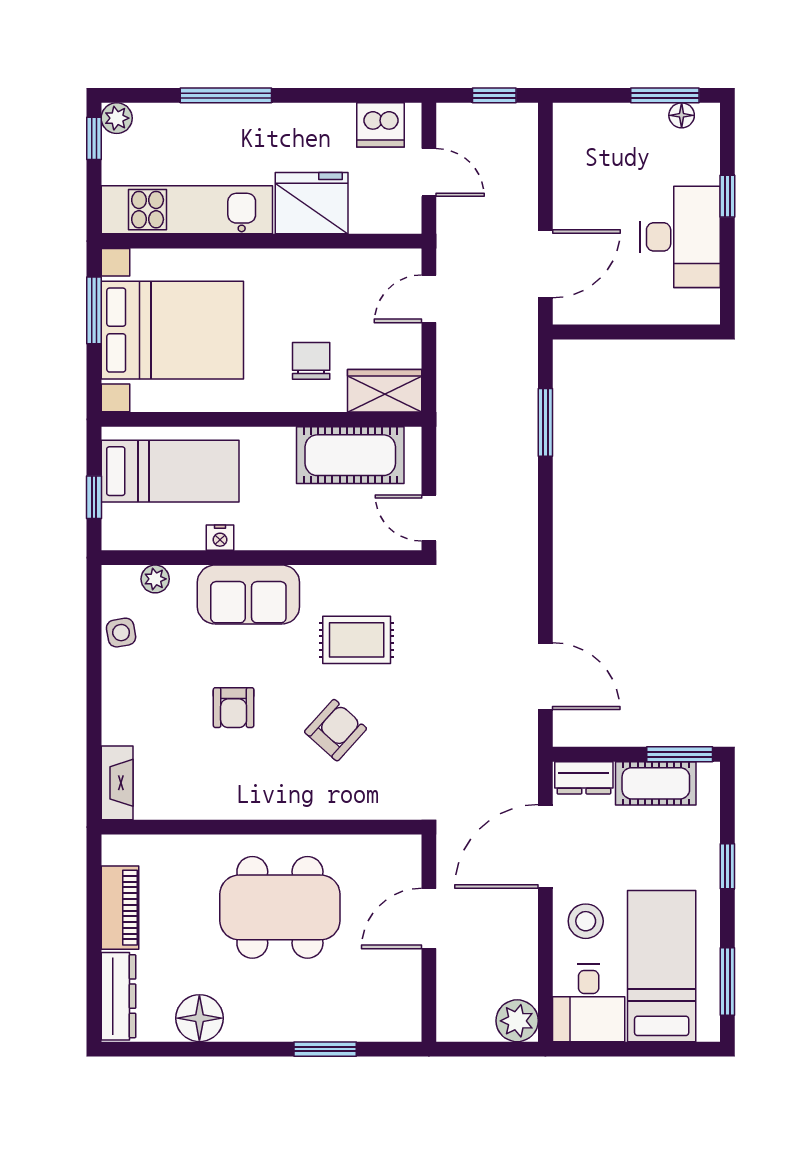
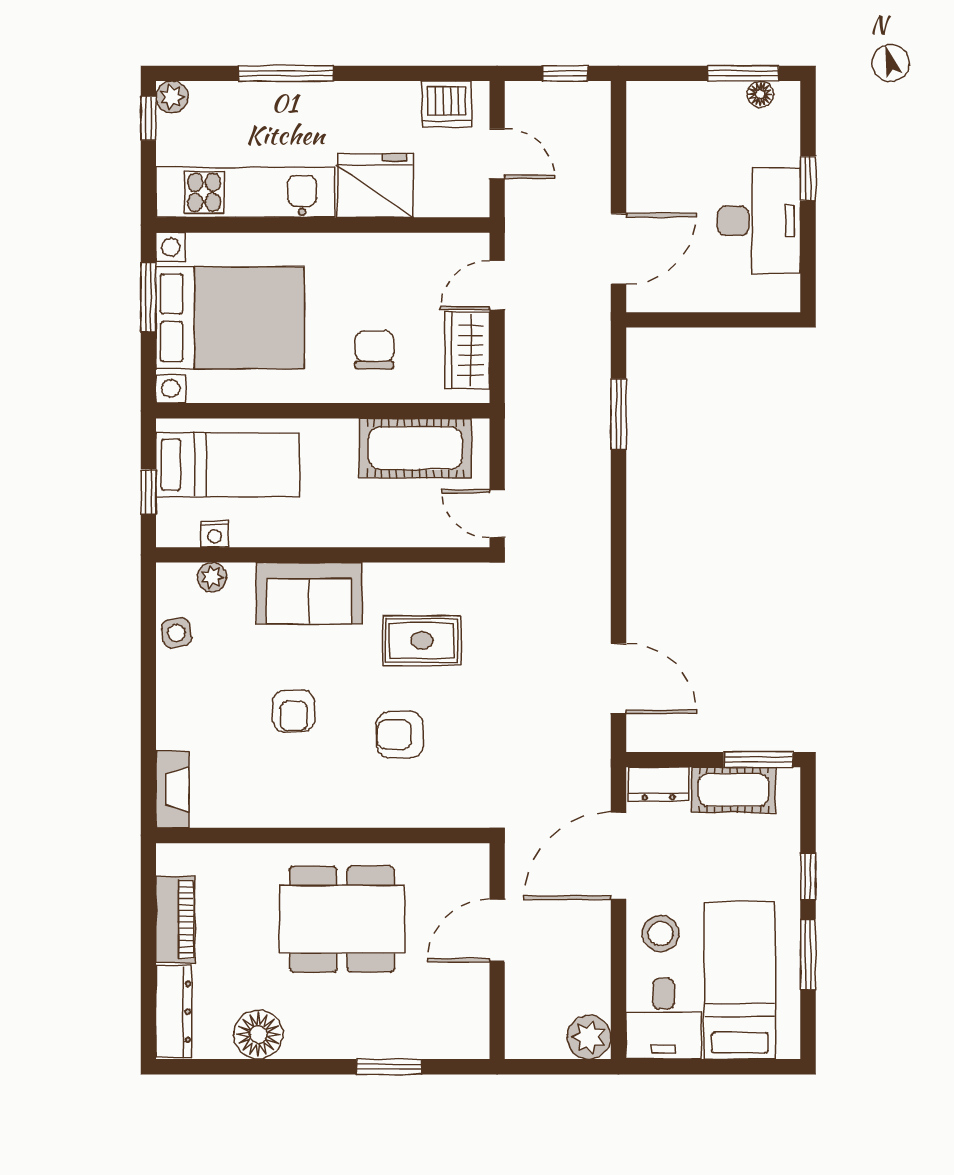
wardrobe: (385, 391) -> (467, 350), moved, turned -90
nightstand: (220, 538) -> (215, 534), moved
armchair: (336, 730) -> (400, 735), turned -132
window: (727, 982) -> (808, 954), moved

